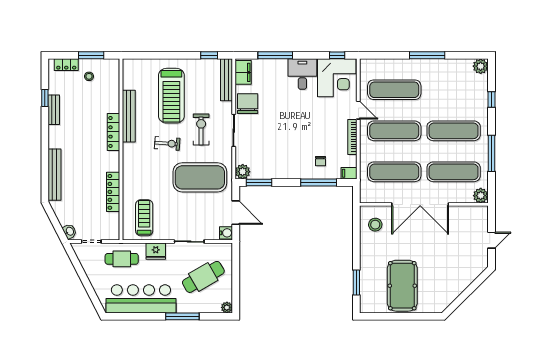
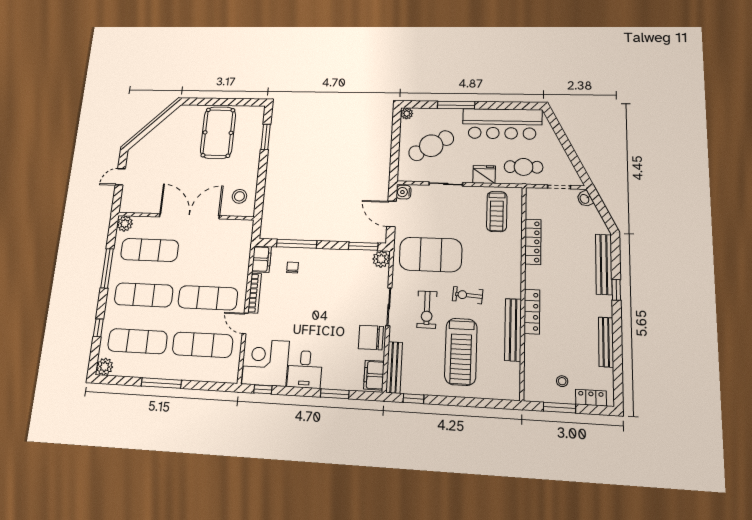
window: (275, 55) -> (335, 394), width x0.69
treadmill: (171, 96) -> (461, 352), turned 180
window: (45, 98) -> (616, 290), moved
chair: (248, 104) -> (371, 337), turned 90
bench: (54, 110) -> (606, 342), width x1.36
exercise mat: (394, 172) -> (137, 341), moved
filing cabinet: (349, 173) -> (262, 259), width x2.00

